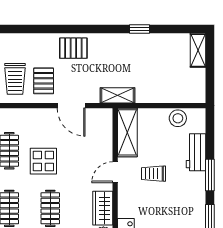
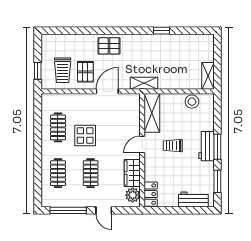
shelving: (198, 50) -> (208, 76), moved
door: (71, 106) -> (107, 91), swing flipped
workbench: (196, 152) -> (206, 146), moved

